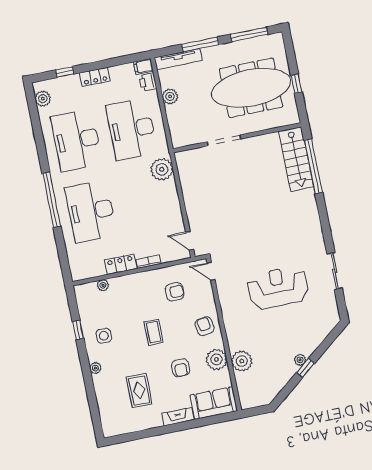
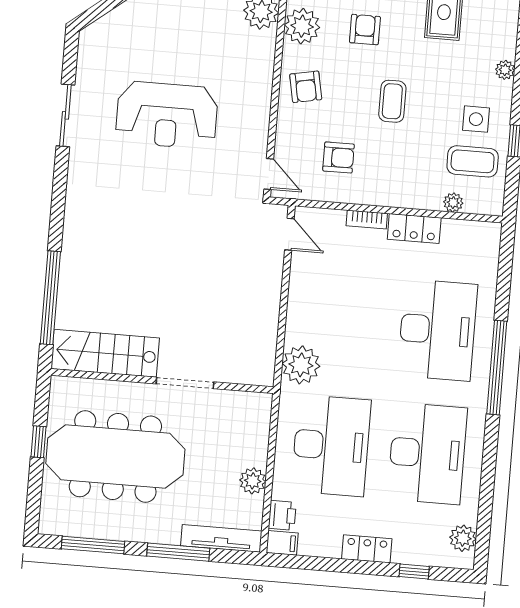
stairs: (296, 159) -> (105, 353), moved, turned -90
armchair: (175, 292) -> (338, 157), turned 180
coffee table: (99, 311) -> (473, 161), added

